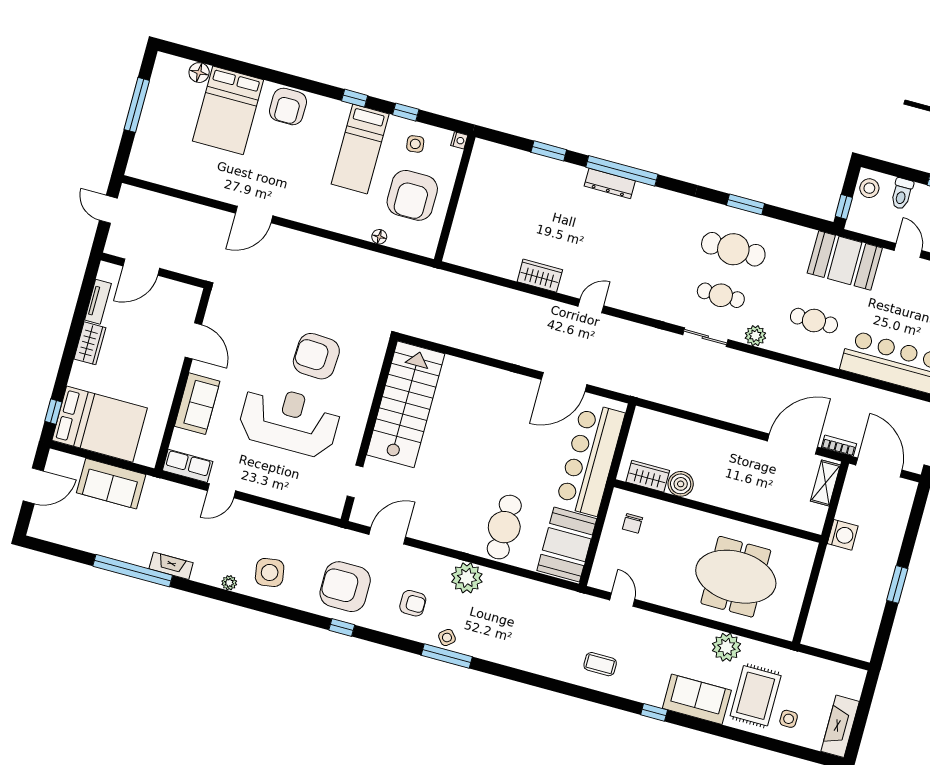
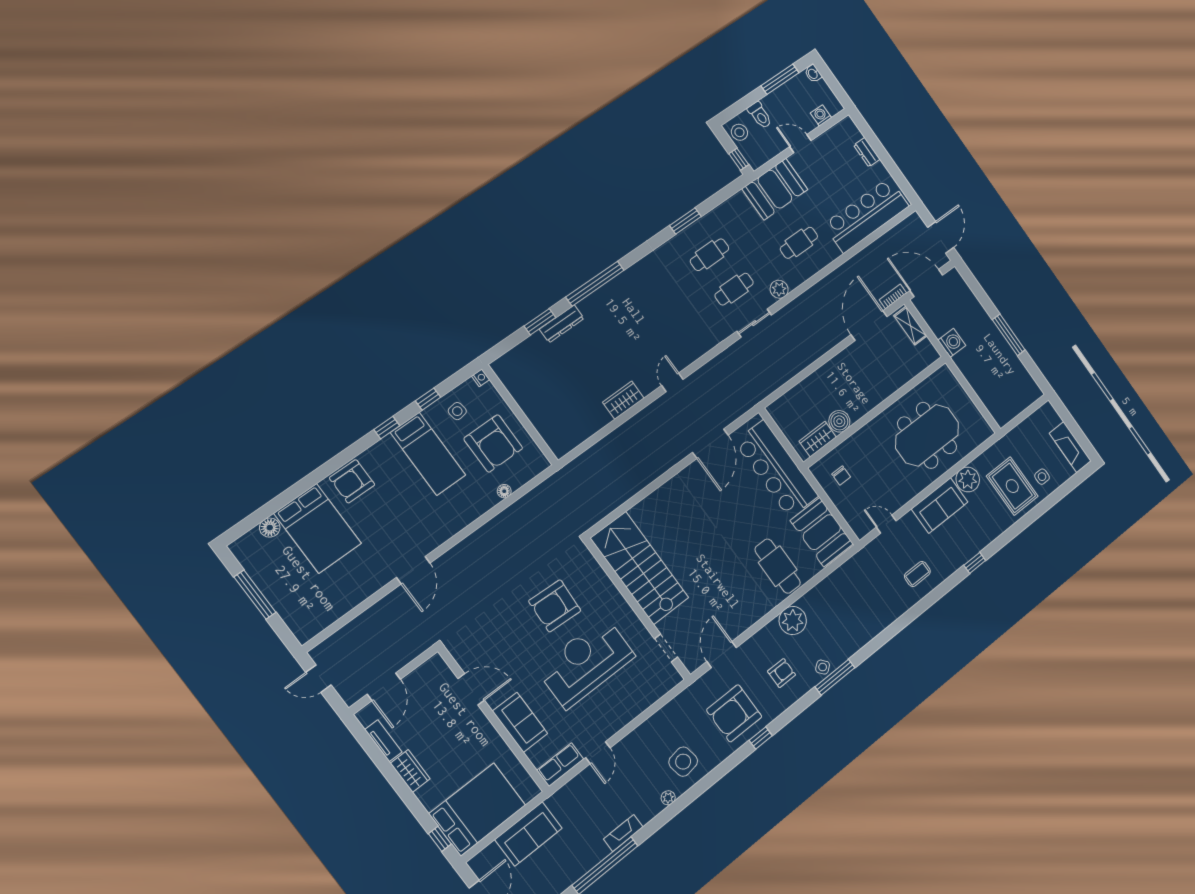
armchair: (288, 106) -> (352, 481), turned 90
dresser: (610, 183) -> (562, 324), moved
cafe table: (733, 249) -> (710, 255), width x0.73, depth x0.74
window: (897, 584) -> (1009, 335), width x1.44
sofa: (697, 699) -> (940, 505), moved, turned 180

